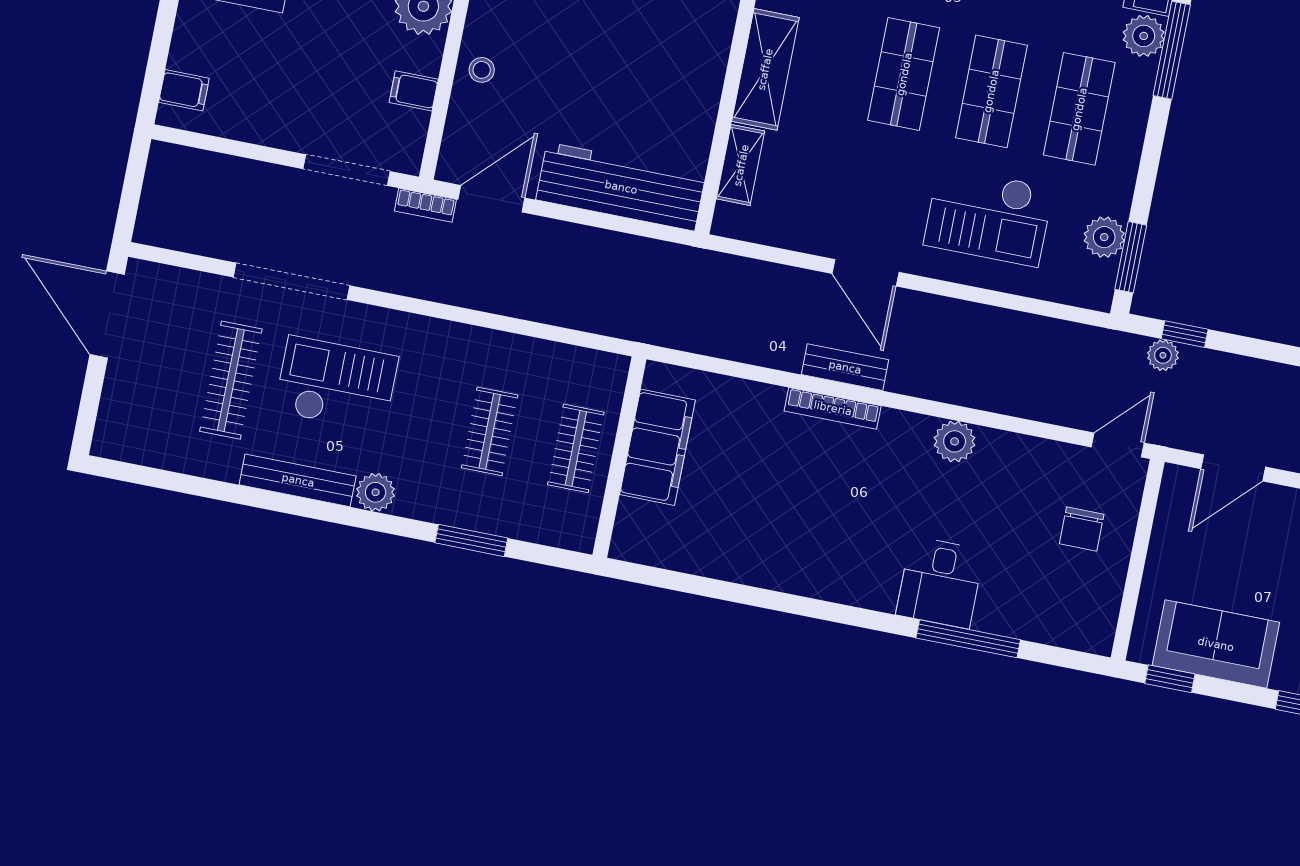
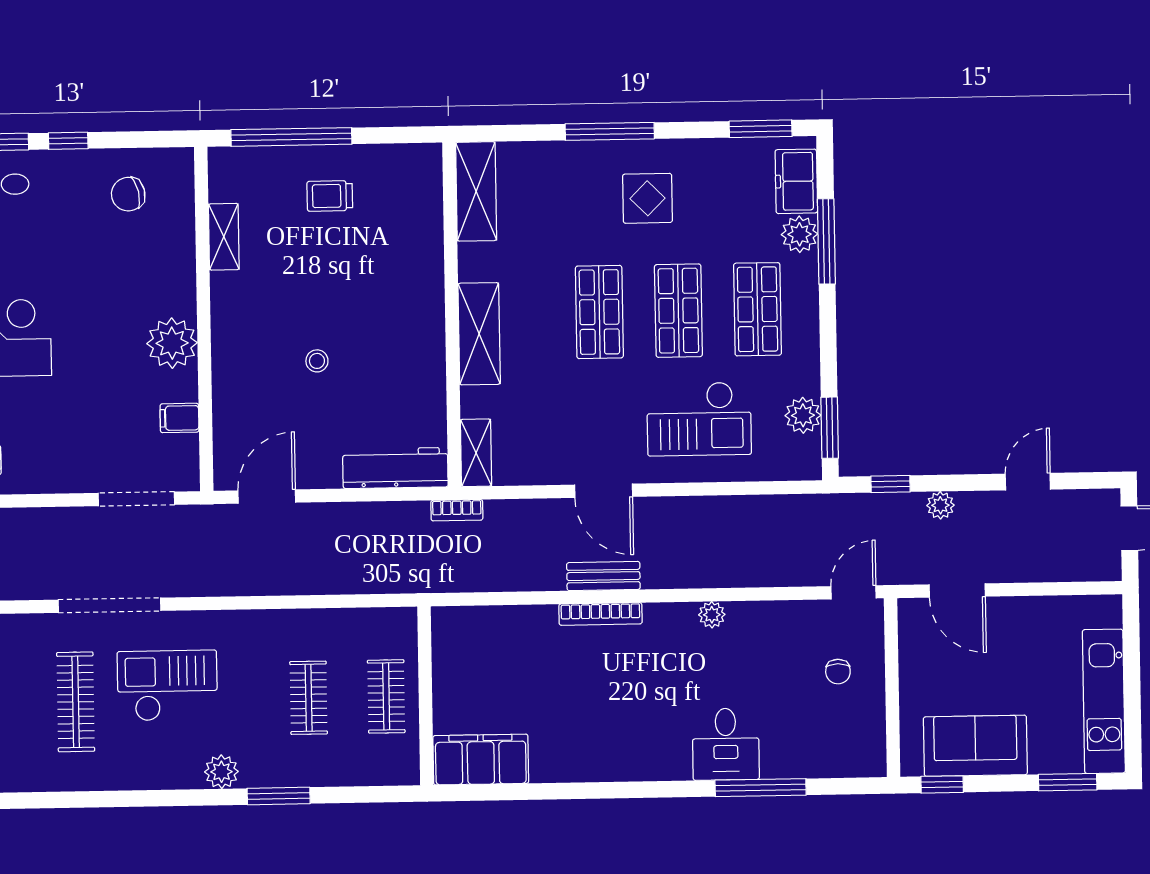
stool: (482, 70) -> (317, 361), moved
shelving: (741, 165) -> (476, 453), moved
workbench: (621, 187) -> (395, 468), width x0.73, depth x0.76
bookcase: (425, 205) -> (457, 510), moved
plant: (1163, 355) -> (940, 505), moved
plant: (955, 441) -> (712, 615), width x0.73, depth x0.73
filing cabinet: (657, 447) -> (481, 759), moved, turned -90
door: (1233, 468) -> (957, 590), hinge flipped
bench: (298, 480) -> (152, 776), removed
chair: (1082, 529) -> (838, 672), width x0.73, depth x0.73
window: (471, 540) -> (279, 796), moved

